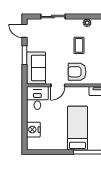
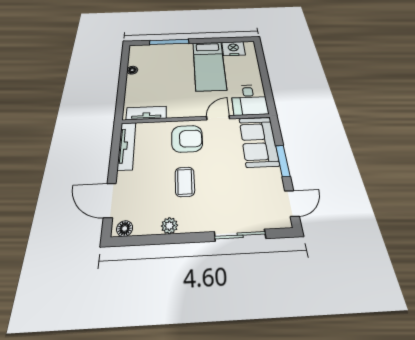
door: (25, 31) -> (292, 203), hinge flipped
bed: (77, 128) -> (209, 65), moved
nightstand: (33, 130) -> (233, 49), moved, turned -90

